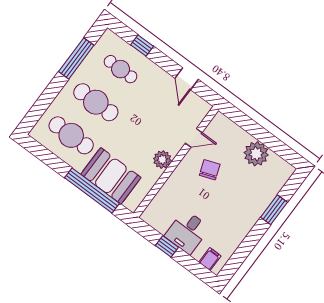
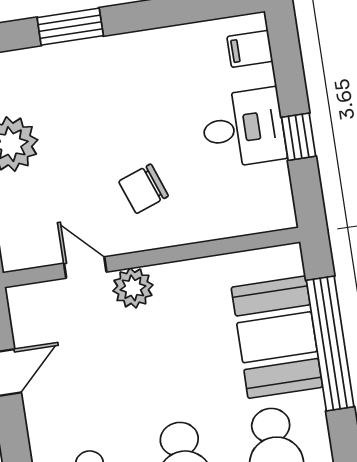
plant: (162, 160) -> (133, 288), moved
chair: (210, 170) -> (144, 189), moved

